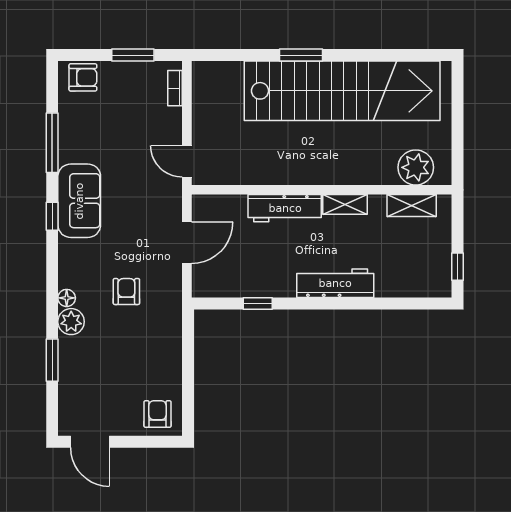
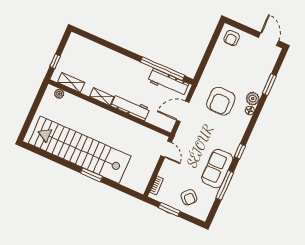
armchair: (83, 77) -> (189, 197), moved, turned -137
plant: (416, 167) -> (59, 94), width x0.53, depth x0.53
sofa: (79, 201) -> (217, 169), moved
window: (457, 267) -> (55, 61), moved
workbench: (335, 283) -> (168, 82), moved
armchair: (126, 292) -> (221, 101), width x1.88, depth x1.88
window: (258, 303) -> (162, 69), width x3.17

